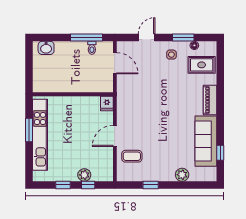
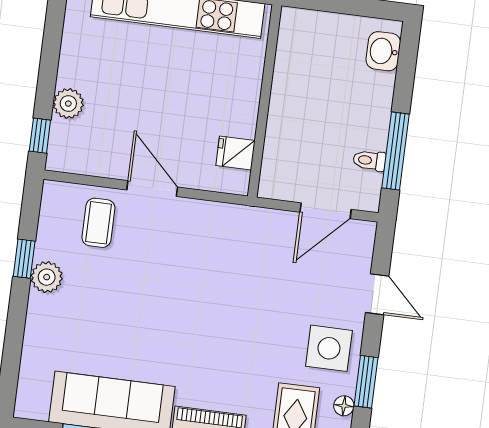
side table: (171, 55) -> (329, 348), width x1.87, depth x1.87
fridge: (107, 103) -> (235, 153), moved
plant: (182, 175) -> (47, 277), moved
window: (63, 185) -> (51, 50), removed
window: (88, 185) -> (40, 136), moved

